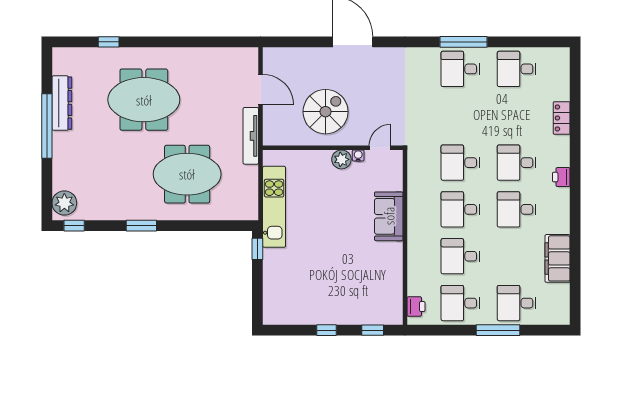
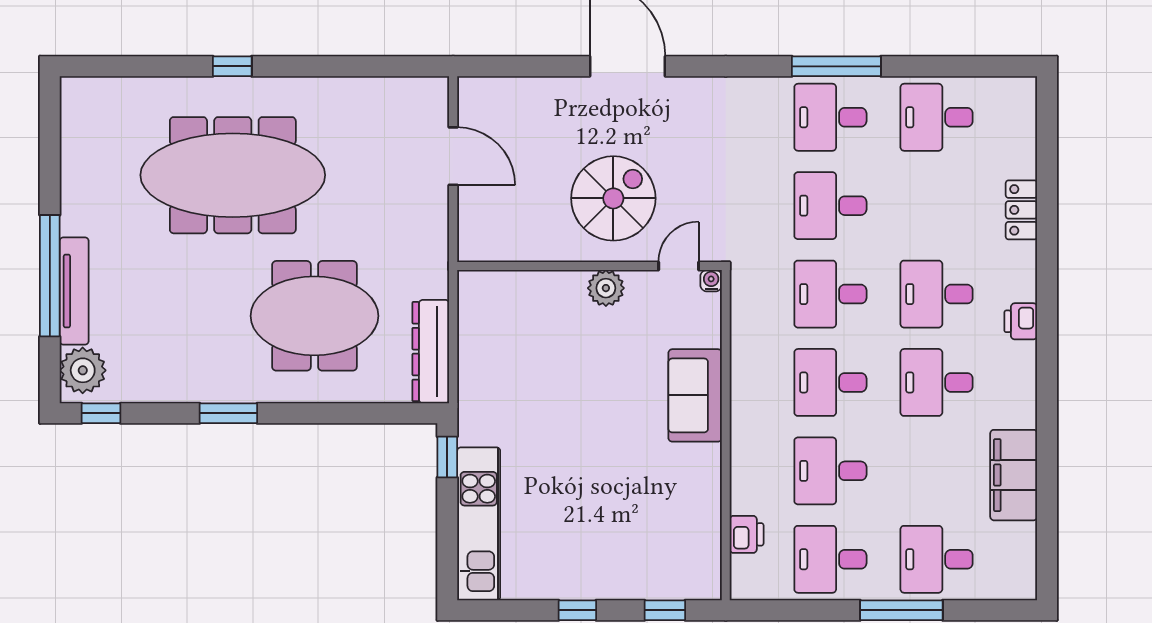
window: (109, 42) -> (232, 66), moved
meeting table: (144, 100) -> (233, 175), width x1.36
dresser: (62, 103) -> (431, 352), moved, turned 180
spiral stairs: (326, 112) -> (613, 198), moved
desk: (460, 116) -> (830, 206), added
window: (47, 126) -> (50, 276), moved
tv unit: (251, 136) -> (74, 291), moved, turned 180
water cooler: (358, 155) -> (711, 281), moved
kitchen unit: (274, 207) -> (479, 524), moved
printer: (416, 306) -> (747, 534), moved

